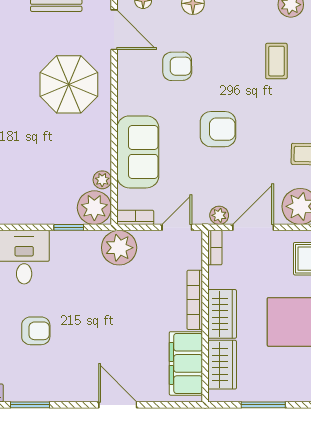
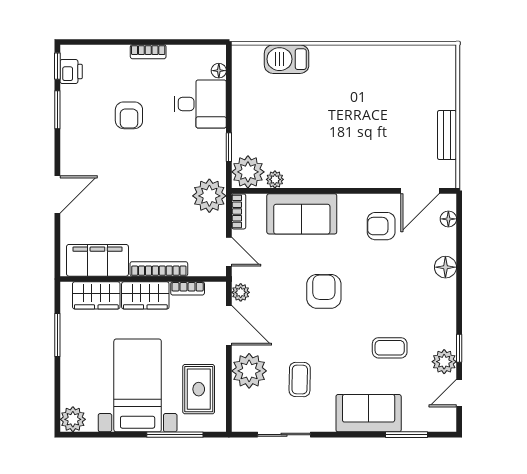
armchair: (177, 66) -> (381, 226), moved, turned 91
parasol: (69, 84) -> (367, 147), removed
armchair: (218, 129) -> (324, 291), turned 180
bookcase: (215, 248) -> (188, 288), moved

